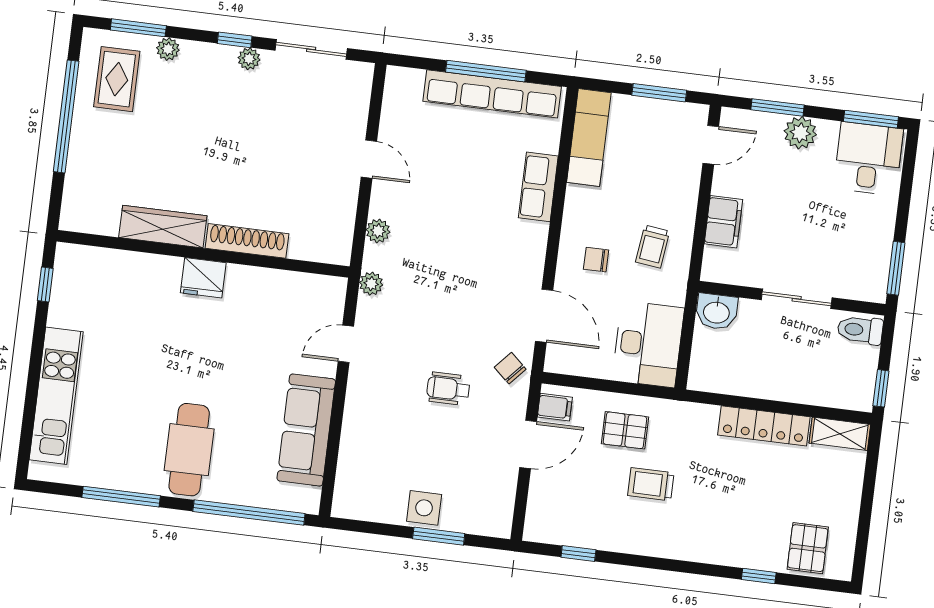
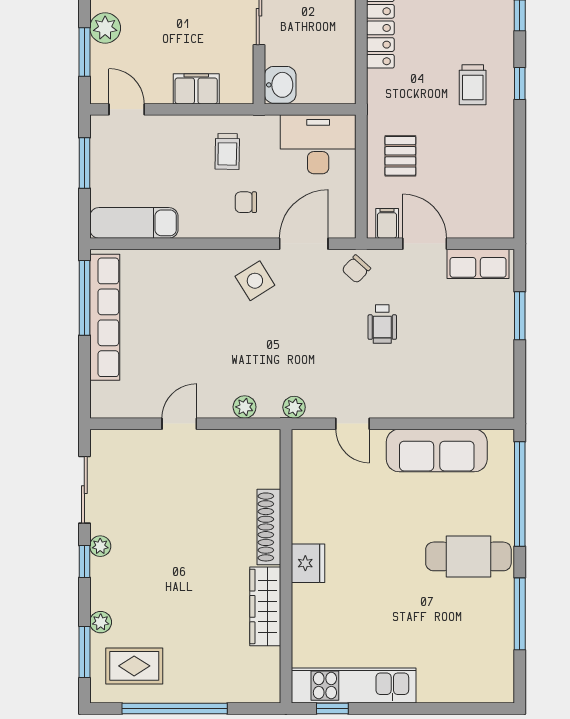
window: (486, 71) -> (84, 298), moved
row of seats: (538, 187) -> (478, 264), moved
trolley: (653, 246) -> (227, 151), turned 84
chair: (596, 260) -> (246, 202), turned 90
kitchen unit: (56, 396) -> (354, 686), moved
trolley: (651, 484) -> (473, 85), moved
side table: (424, 508) -> (255, 281), moved, turned -32
window: (578, 554) -> (520, 83), moved

